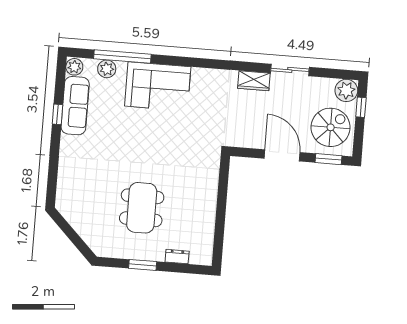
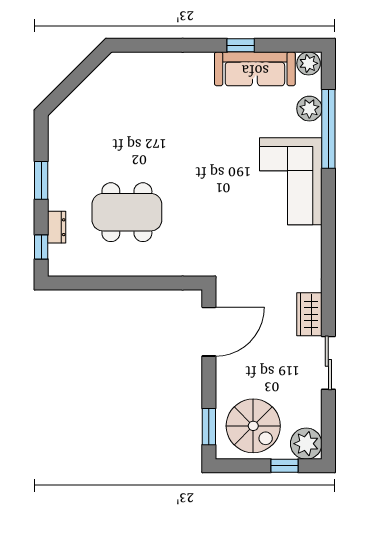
door: (282, 155) -> (209, 332), moved
dining table: (142, 208) -> (127, 212), moved
window: (190, 269) -> (41, 247), added

